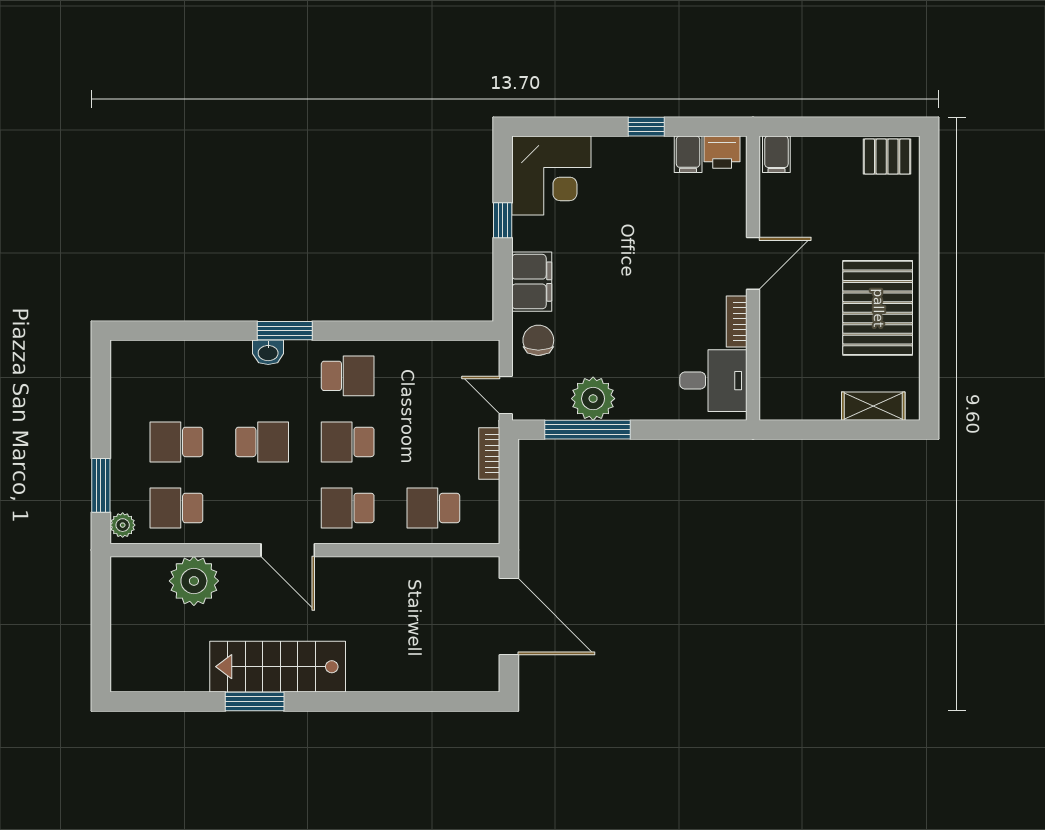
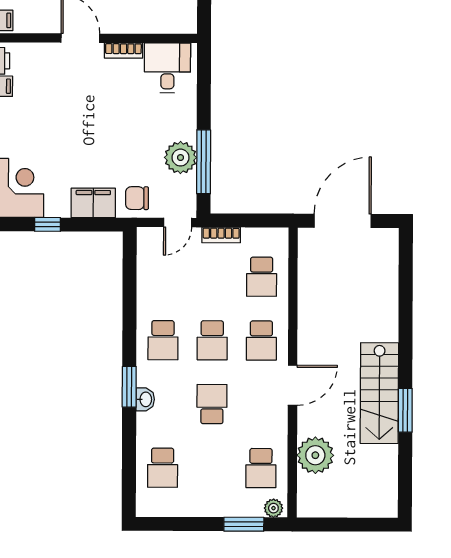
school desk: (348, 376) -> (163, 340), turned 180
school desk: (176, 442) -> (163, 468), moved

